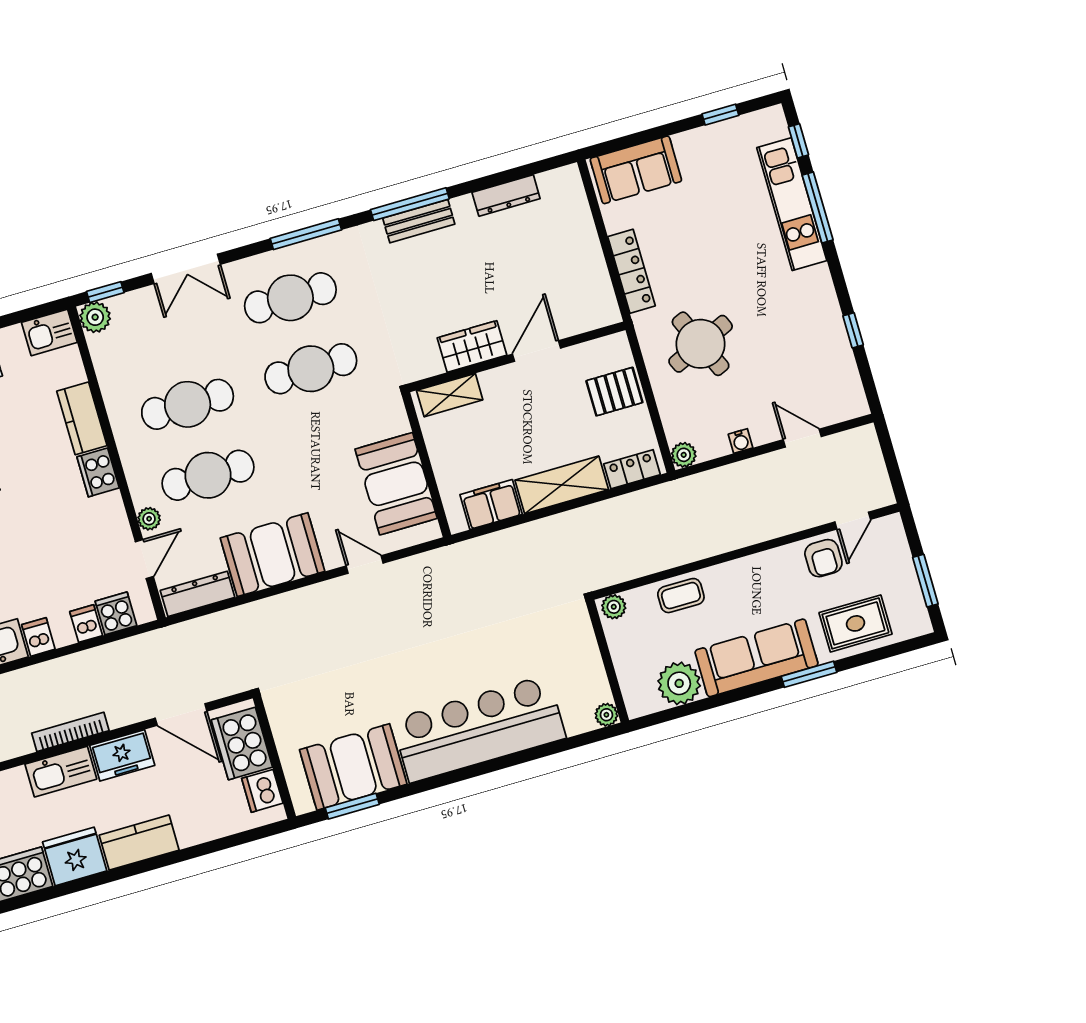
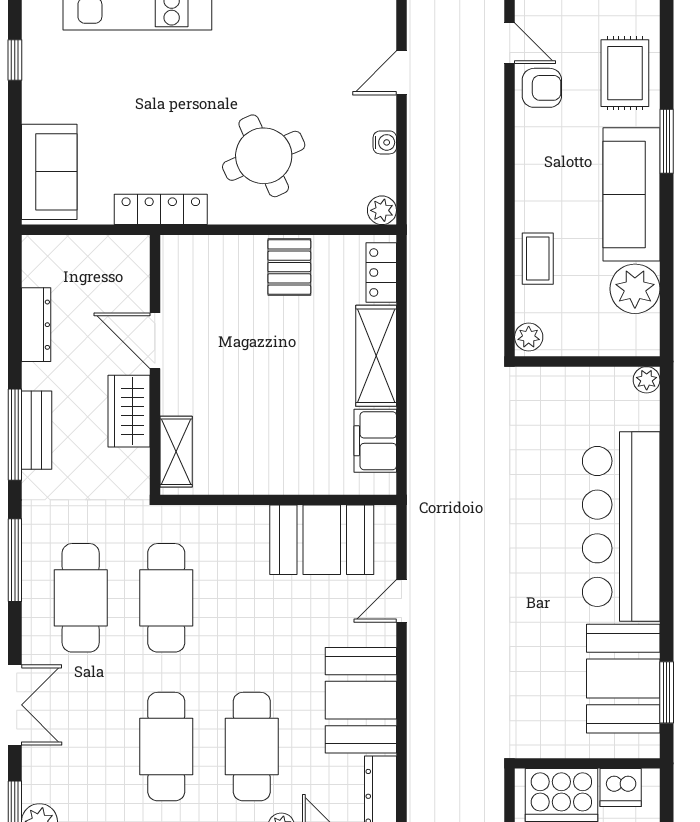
wardrobe: (472, 346) -> (129, 411), moved
door: (537, 351) -> (155, 341), moved
wall: (517, 357) -> (155, 365), moved
shelving: (450, 395) -> (176, 452), moved

